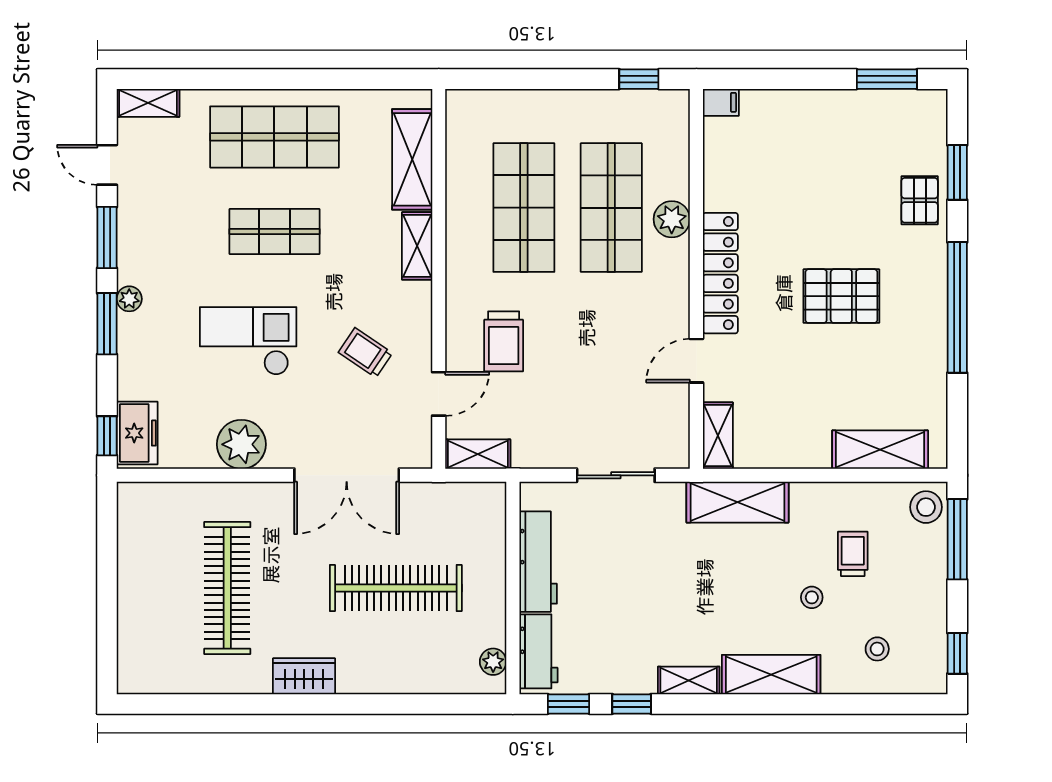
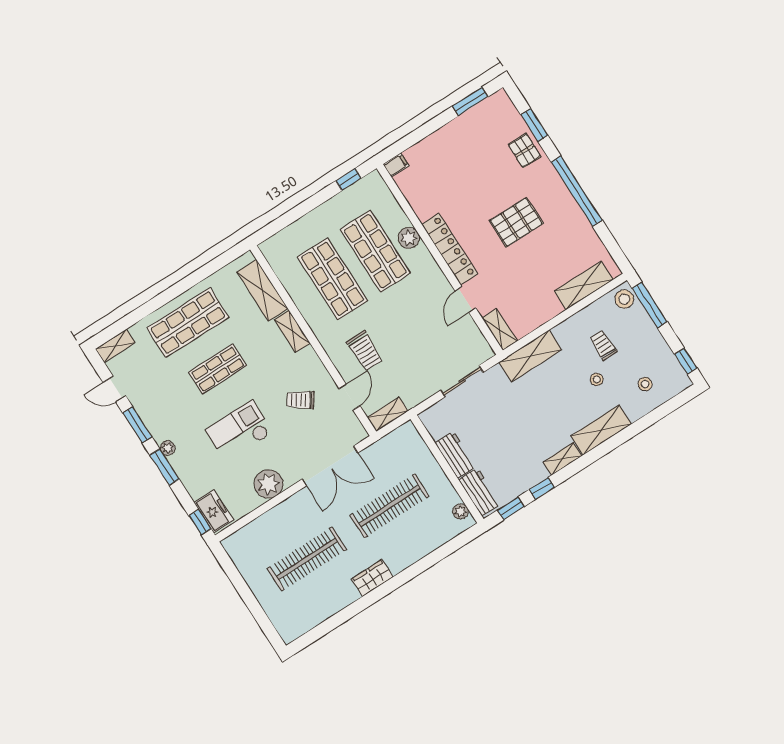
workbench: (538, 562) -> (455, 455), width x0.73
clothes rail: (227, 588) -> (307, 559), turned 90

